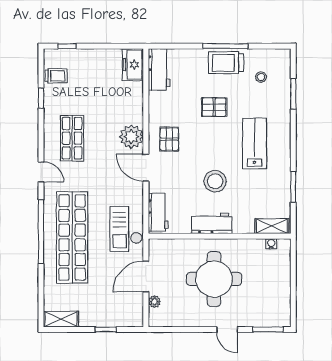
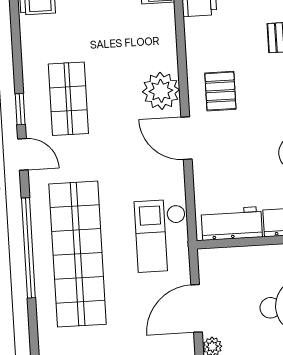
window: (41, 98) -> (20, 109), moved
workbench: (158, 212) -> (232, 223), moved, turned -90

